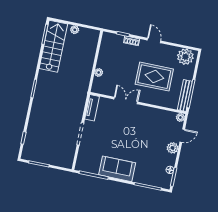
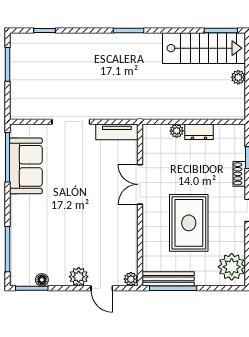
dresser: (102, 59) -> (199, 132), added
double door: (126, 101) -> (140, 184), swing flipped
sofa: (117, 169) -> (26, 166), moved

